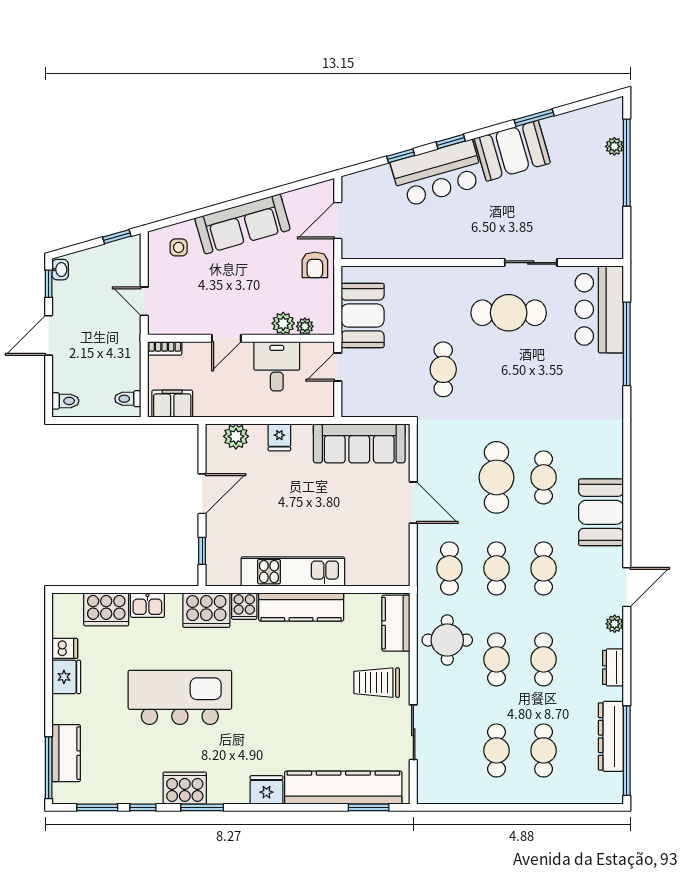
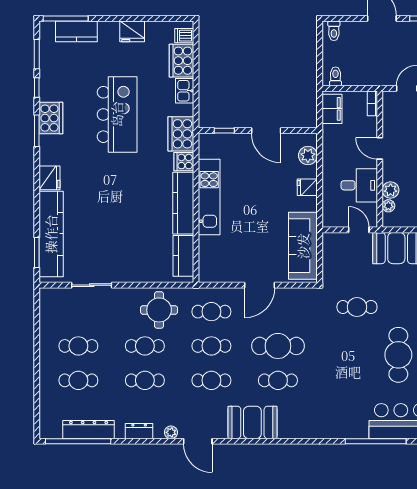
kitchen counter: (396, 623) -> (183, 256), moved, turned -90
dishwasher: (65, 648) -> (184, 36), moved, turned 90
trolley: (377, 683) -> (128, 258), removed

